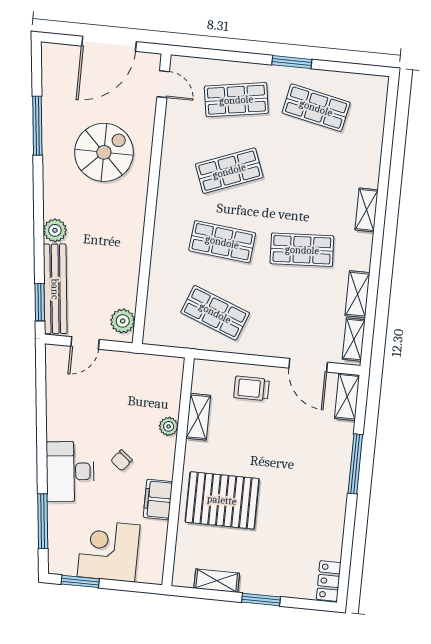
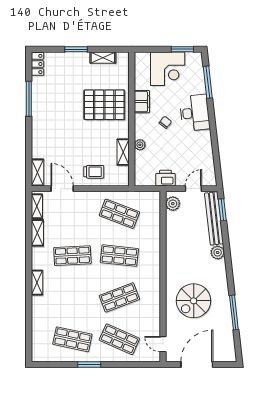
shop shelf: (236, 100) -> (119, 339), turned 33
printer: (131, 366) -> (165, 178), added
window: (355, 464) -> (29, 99), moved

